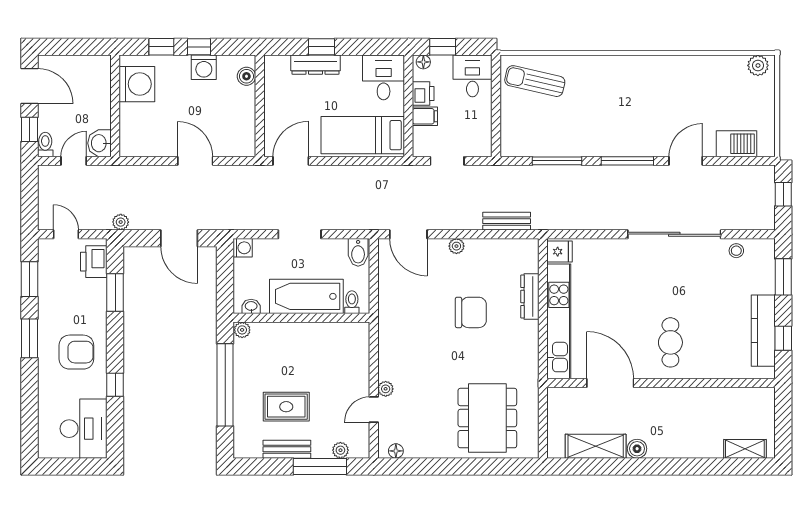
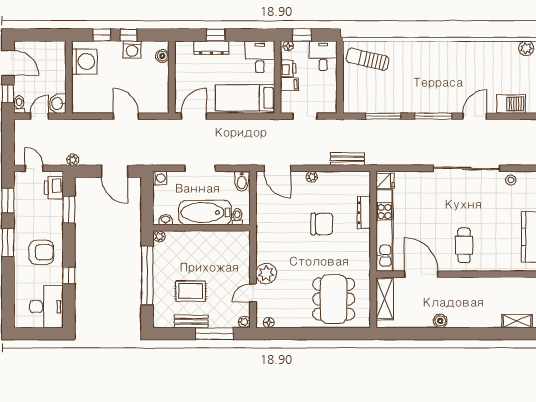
plant: (386, 389) -> (266, 274), width x1.87, depth x1.87
shelving: (596, 446) -> (385, 299), moved, turned 90
plant: (340, 450) -> (244, 322), moved

